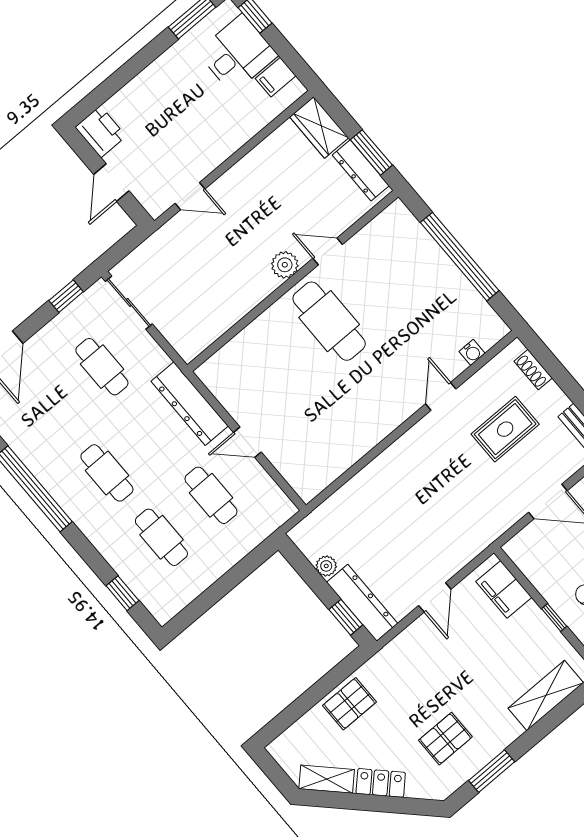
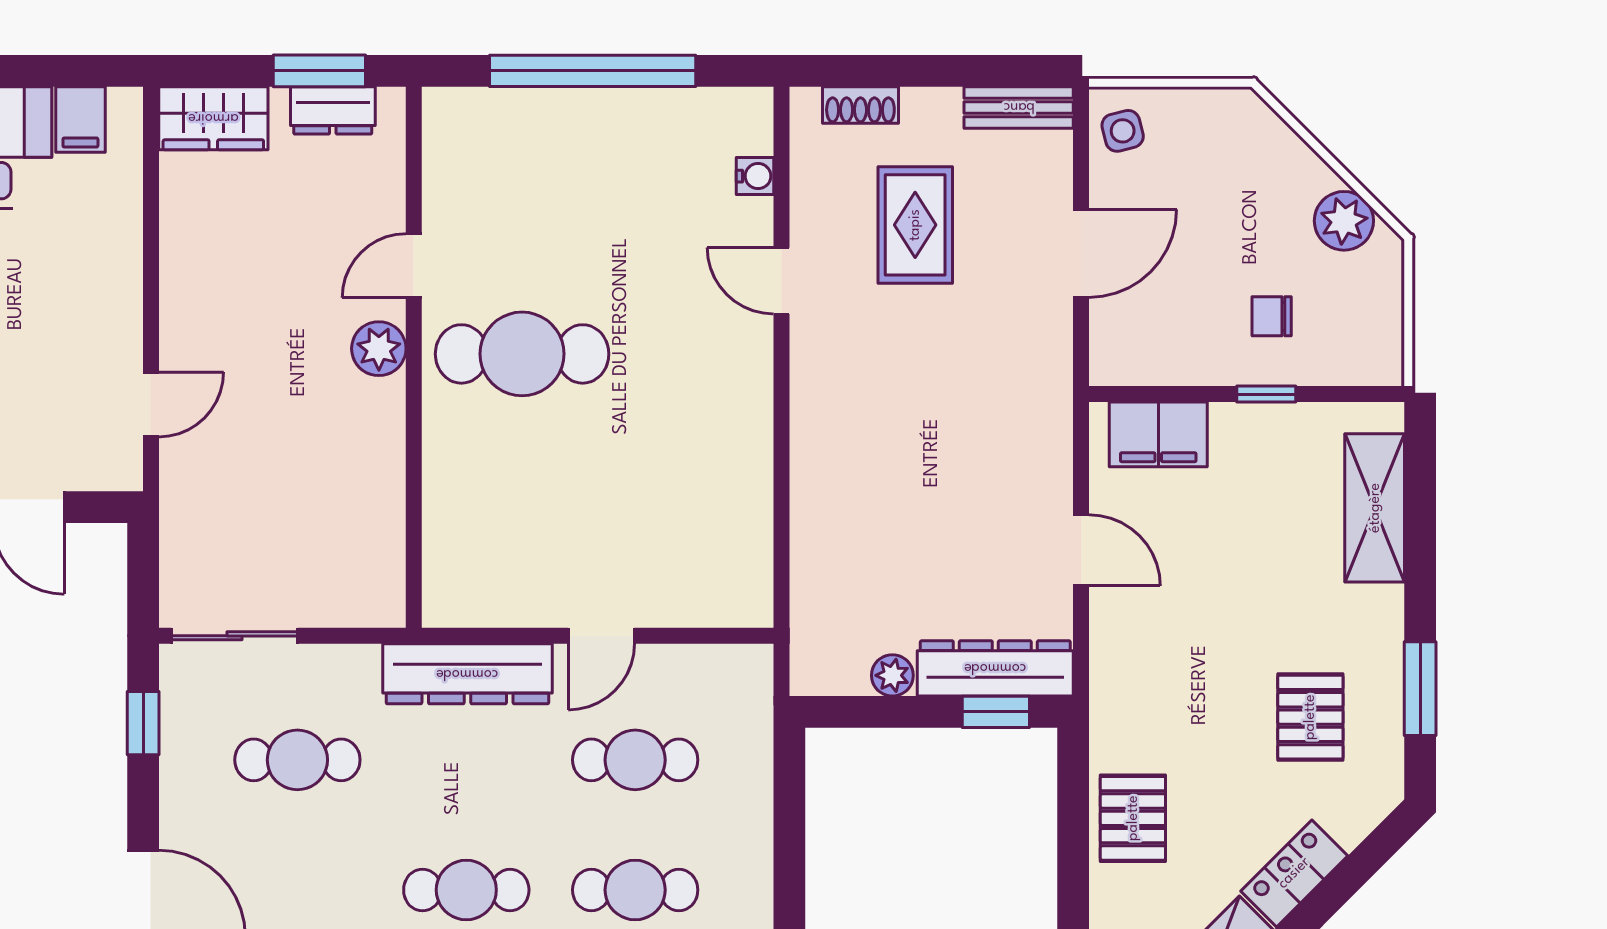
dresser: (361, 170) -> (333, 110), width x0.70

